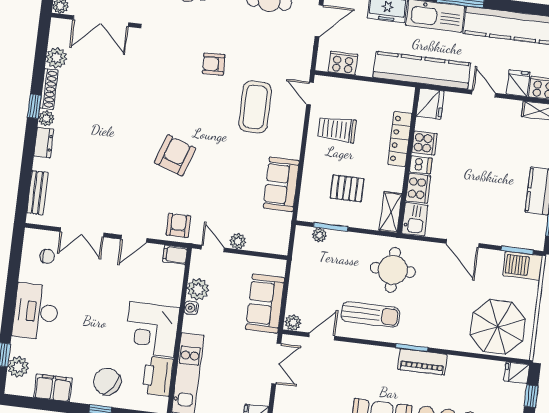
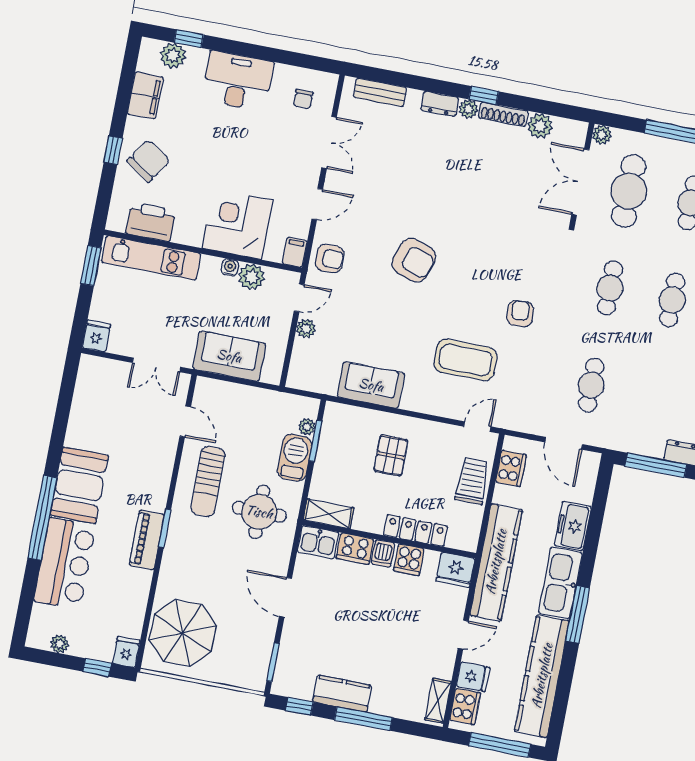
trolley: (337, 129) -> (472, 481), moved
pallet: (347, 188) -> (391, 456), moved
double door: (82, 232) -> (329, 143), swing flipped
door: (134, 239) -> (317, 204), swing flipped
door: (462, 243) -> (285, 597), hinge flipped
barbecue: (523, 266) -> (295, 458), moved
plant: (293, 323) -> (204, 388), removed
corner desk: (152, 330) -> (237, 224), moved

